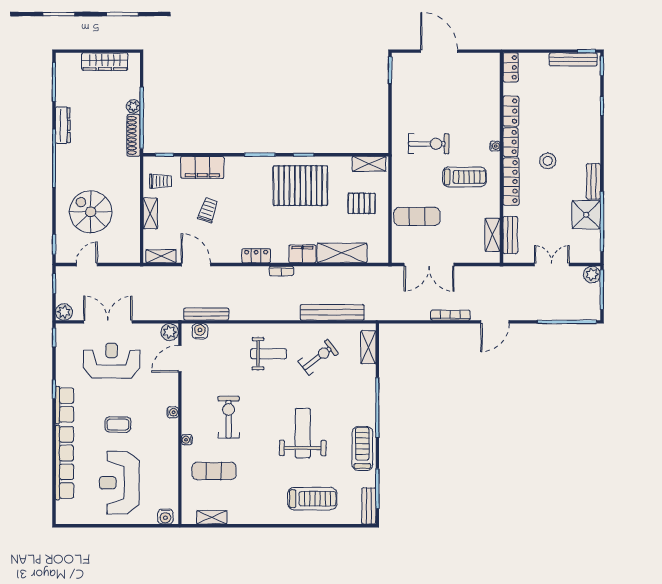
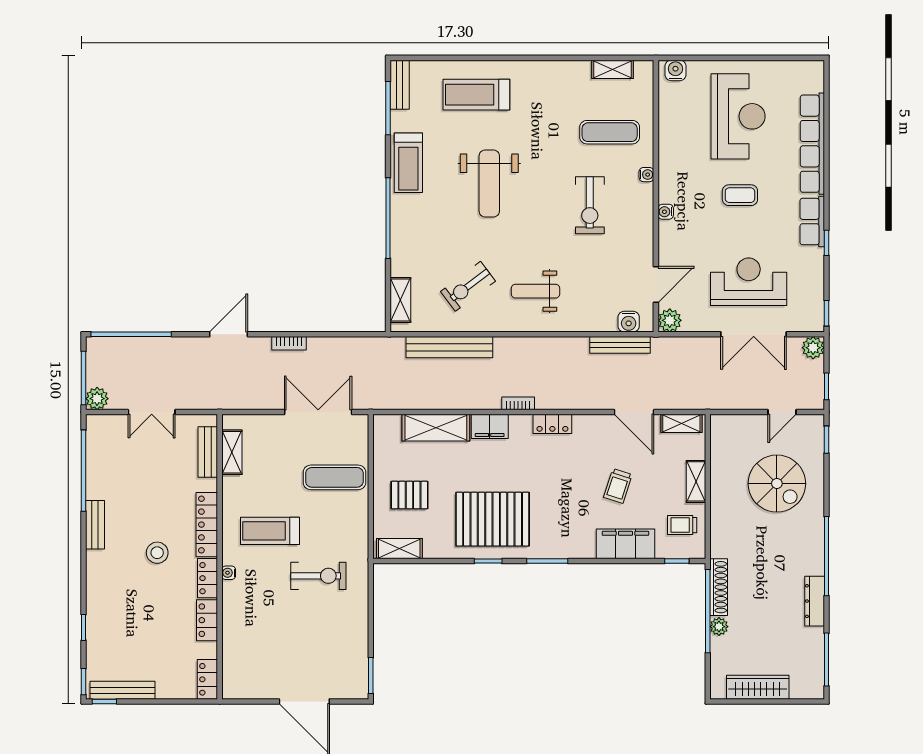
exercise bike: (429, 144) -> (318, 576), turned 180
shower: (586, 215) -> (105, 480), removed
bookcase: (450, 315) -> (289, 343), width x0.64
reception desk: (111, 361) -> (749, 282), turned 180

